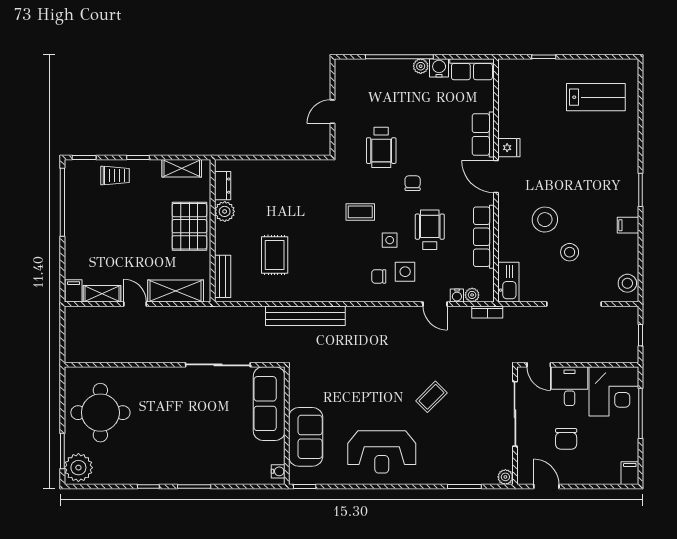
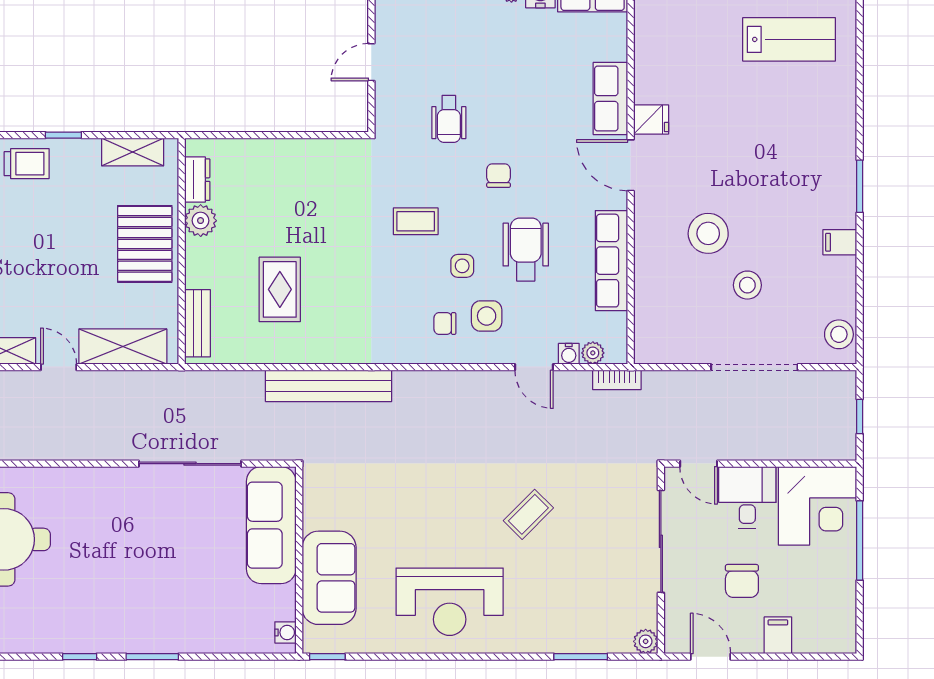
wheelchair: (381, 147) -> (449, 119), width x0.73, depth x0.73
kitchen sink: (508, 282) -> (650, 333), removed
filing cabinet: (630, 473) -> (778, 635), moved

